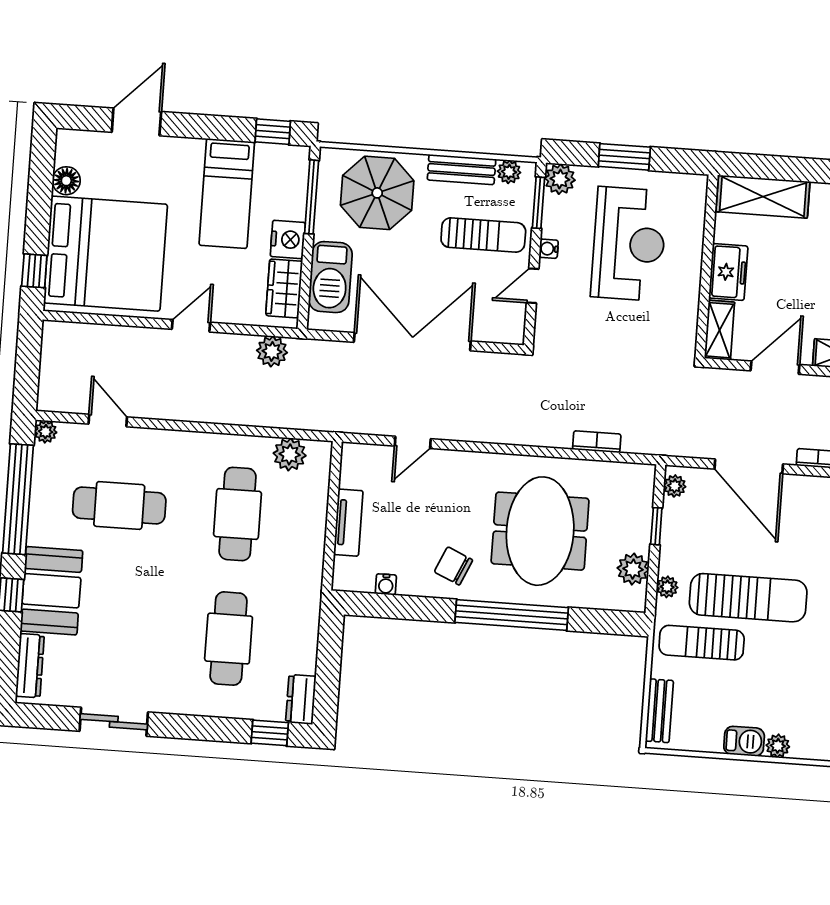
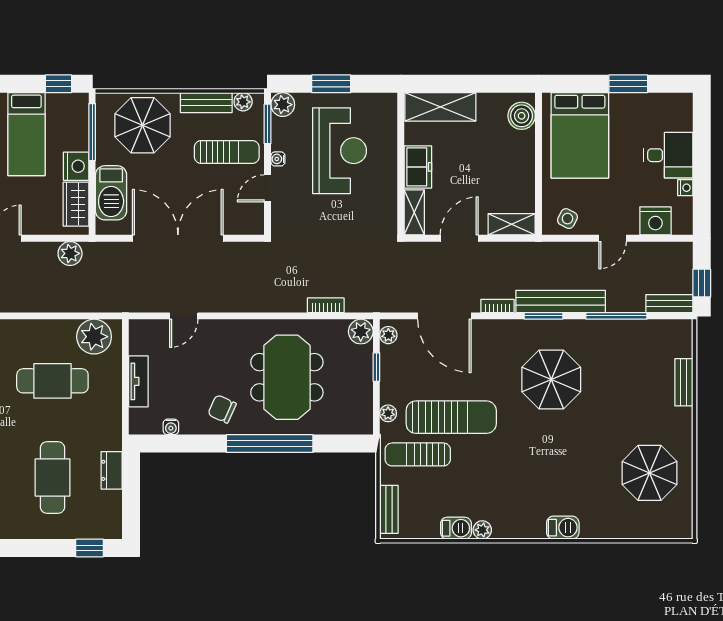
plant: (290, 454) -> (94, 337), width x1.36, depth x1.36
cafe table: (238, 514) -> (52, 381), turned 90
plant: (633, 569) -> (361, 332), moved
dresser: (301, 699) -> (112, 470), moved

